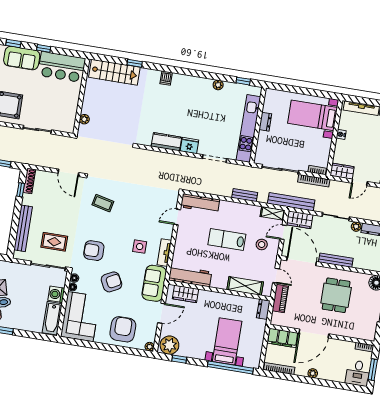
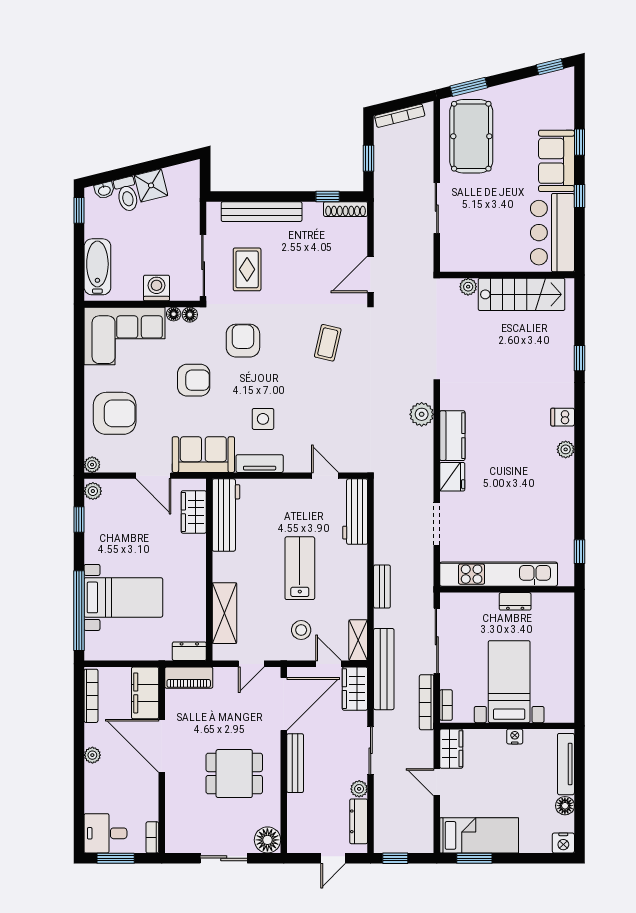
stairs: (114, 72) -> (522, 294), moved, turned -90
plant: (218, 85) -> (566, 449), moved
bed with nightstands: (313, 115) -> (509, 682), moved
plant: (152, 157) -> (422, 414), added
armchair: (111, 282) -> (194, 380), turned -62
piano: (280, 298) -> (189, 678), moved
bathtub: (52, 318) -> (97, 267), moved, turned 90
plant: (169, 345) -> (93, 491), width x0.53, depth x0.53

